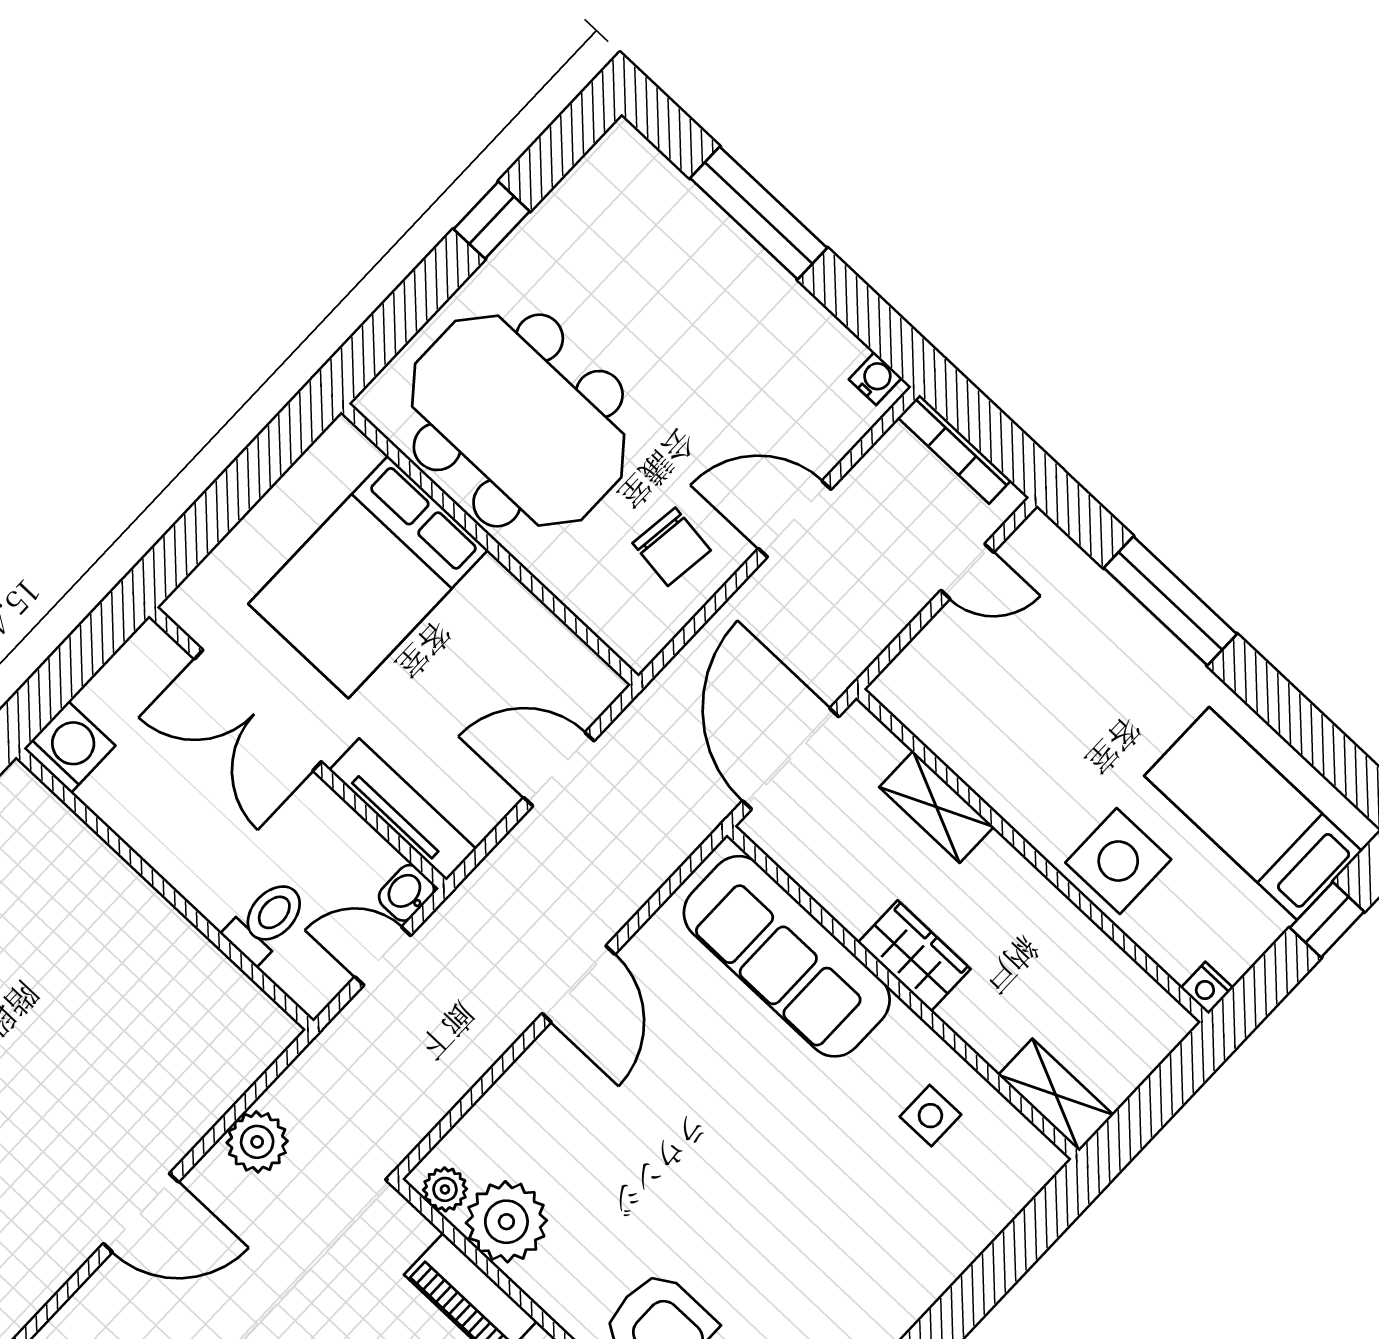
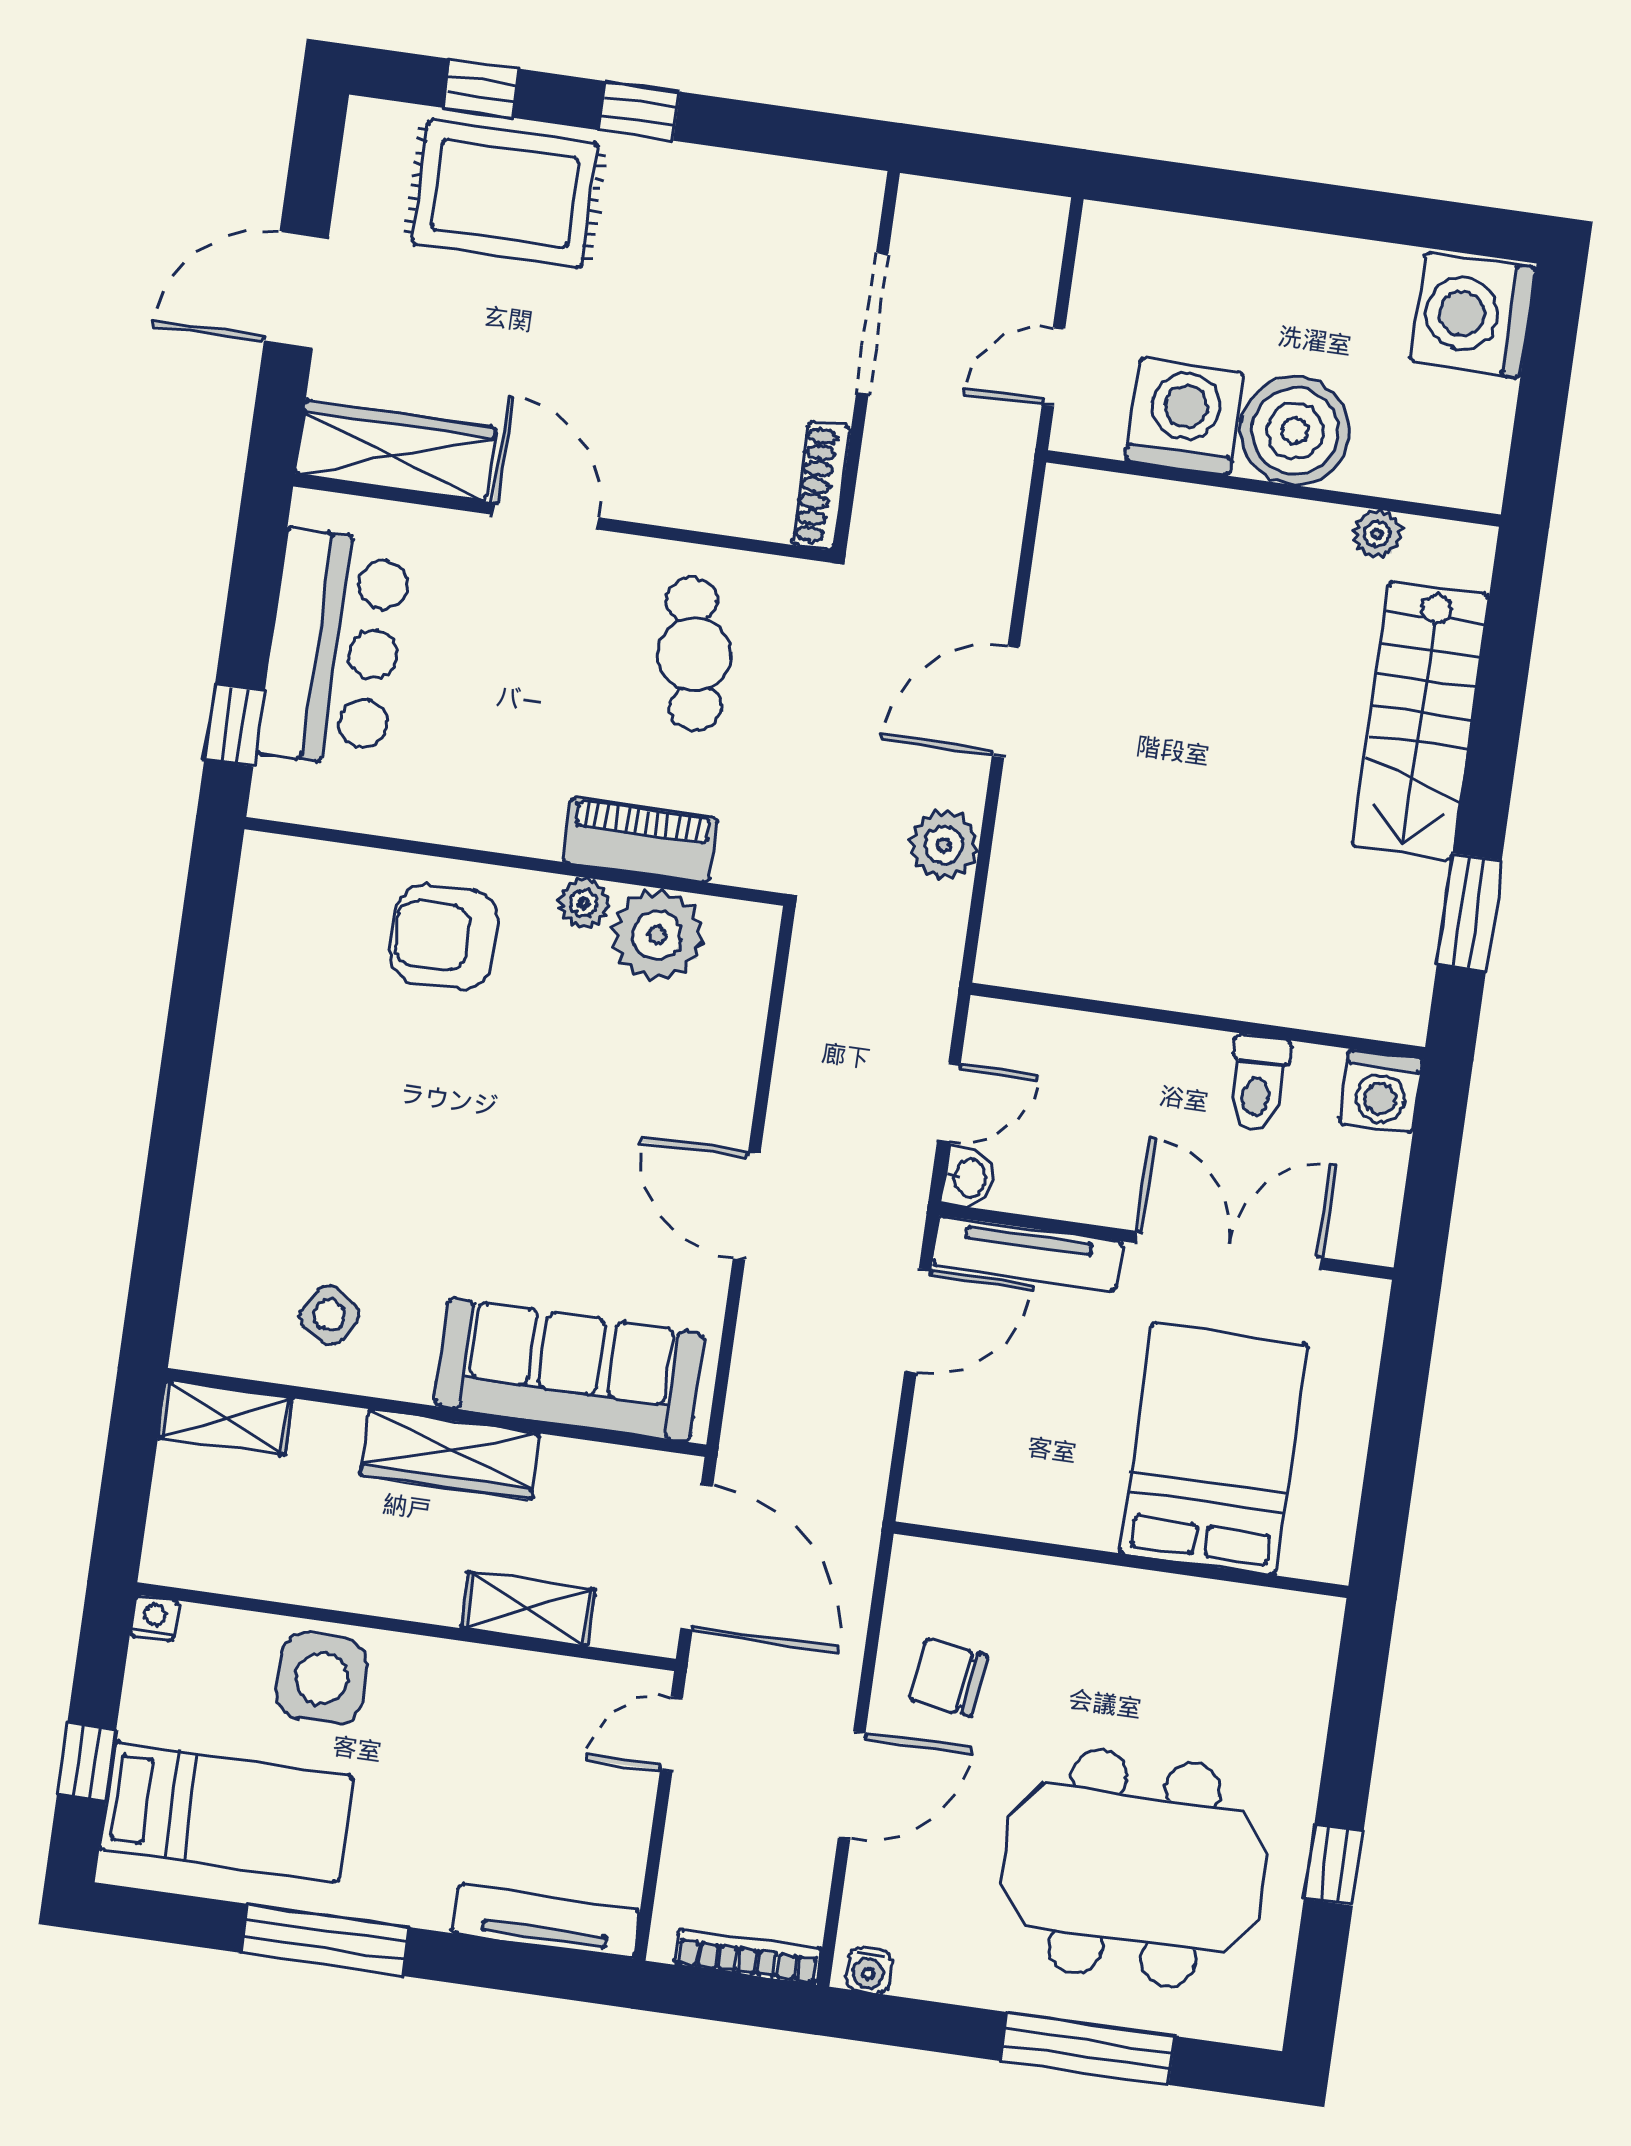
meeting table: (518, 421) -> (1134, 1868), moved
door: (967, 571) -> (671, 1734), moved
tv unit: (1080, 575) -> (546, 1921), added
window: (1170, 601) -> (325, 1940), moved
door: (559, 769) -> (918, 1321), moved
toilet: (266, 921) -> (1258, 1084), moved
wardrobe: (914, 956) -> (450, 1454), width x1.50
side table: (930, 1116) -> (329, 1315), turned 31
plant: (445, 1189) -> (584, 903), moved

